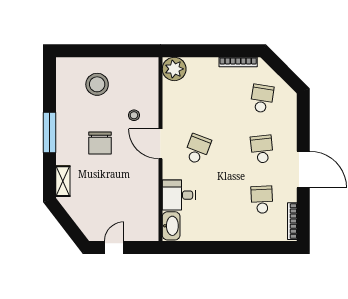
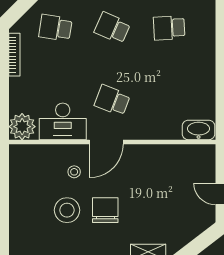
stool: (97, 84) -> (67, 210), moved
chair: (100, 143) -> (105, 210), turned -90
school desk: (262, 149) -> (112, 28), turned 30
desk: (179, 195) -> (63, 121), moved, width x1.37

